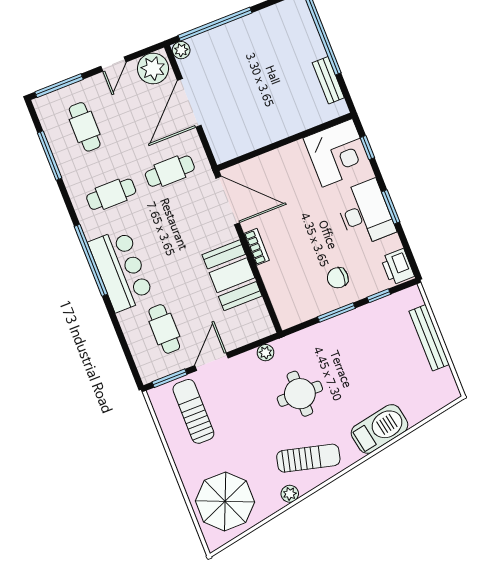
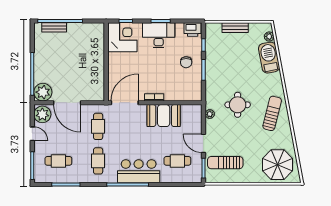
plant: (181, 50) -> (43, 92), width x1.88, depth x1.88
bench: (328, 80) -> (54, 27), moved
bench: (429, 338) -> (235, 28), width x0.73
barbecue: (380, 429) -> (269, 58), moved
plant: (290, 494) -> (269, 37), moved

